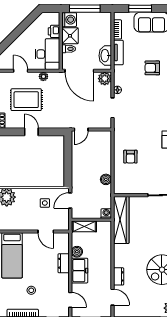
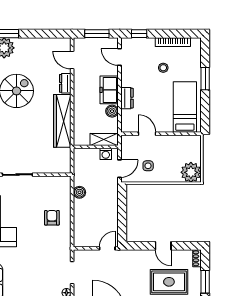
washing machine: (106, 214) -> (106, 154), moved
wardrobe: (121, 220) -> (62, 121), moved

